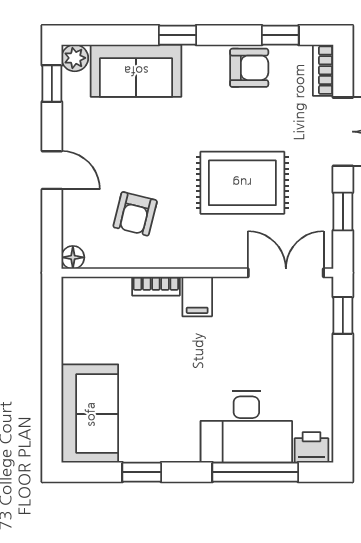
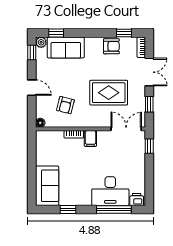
window: (178, 35) -> (56, 33), moved

